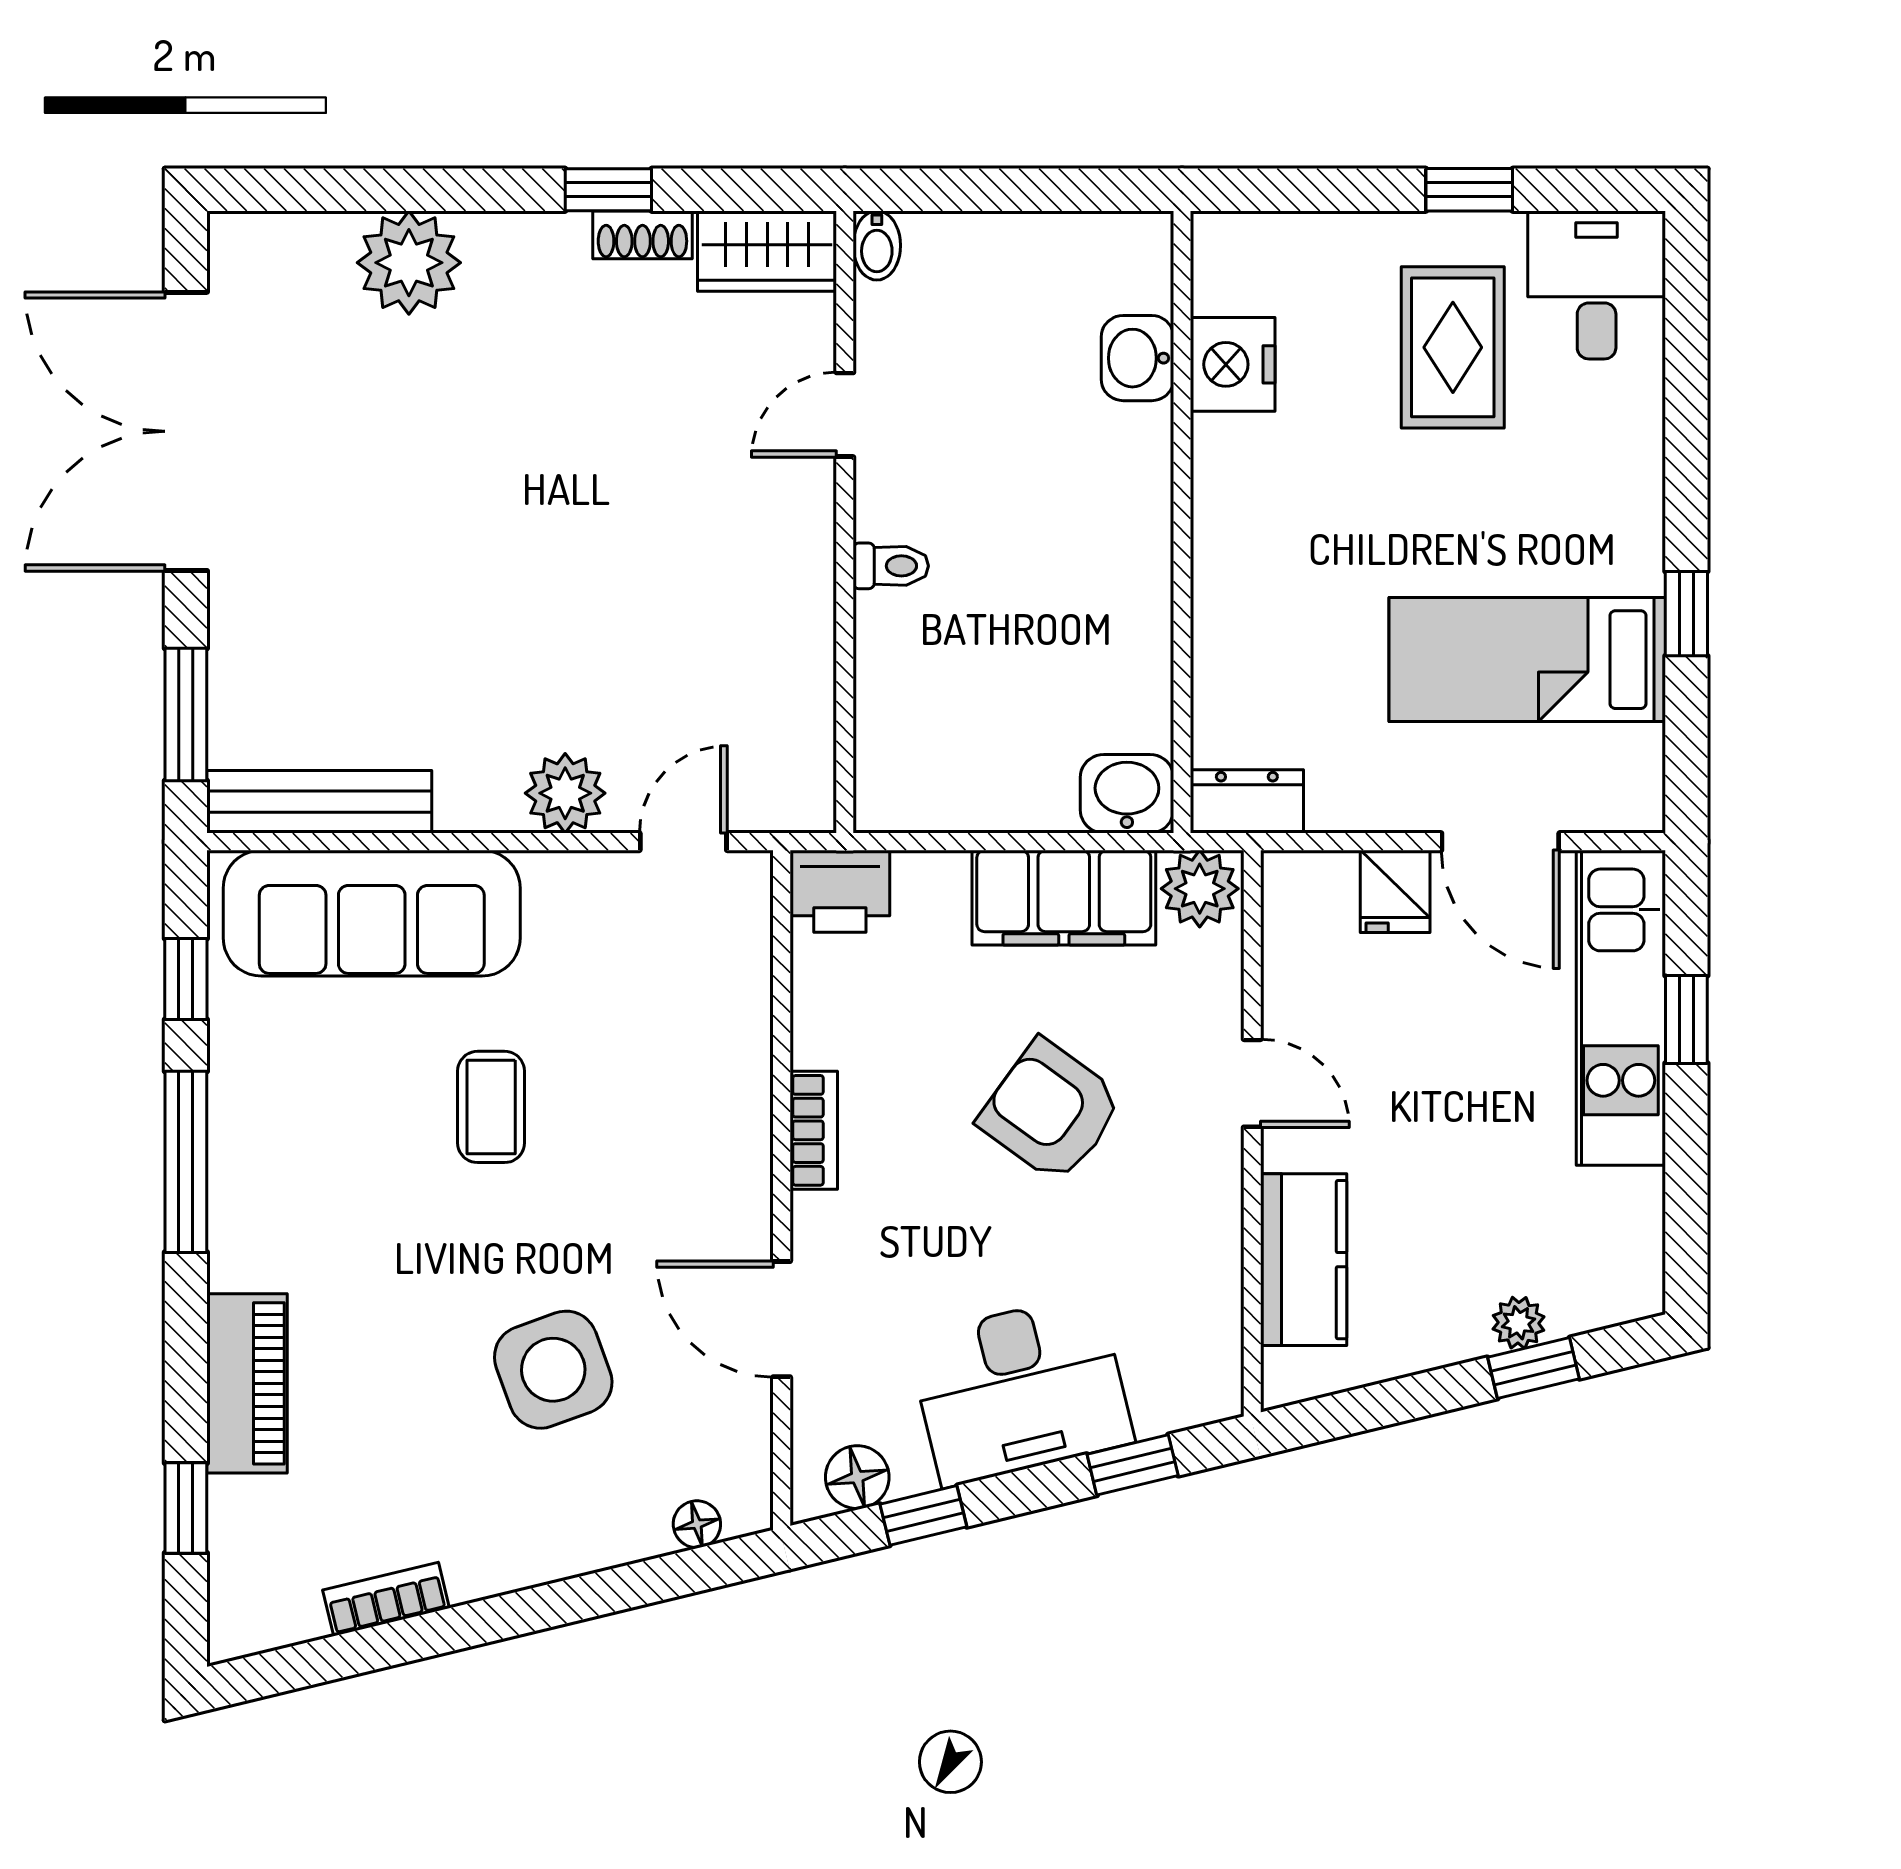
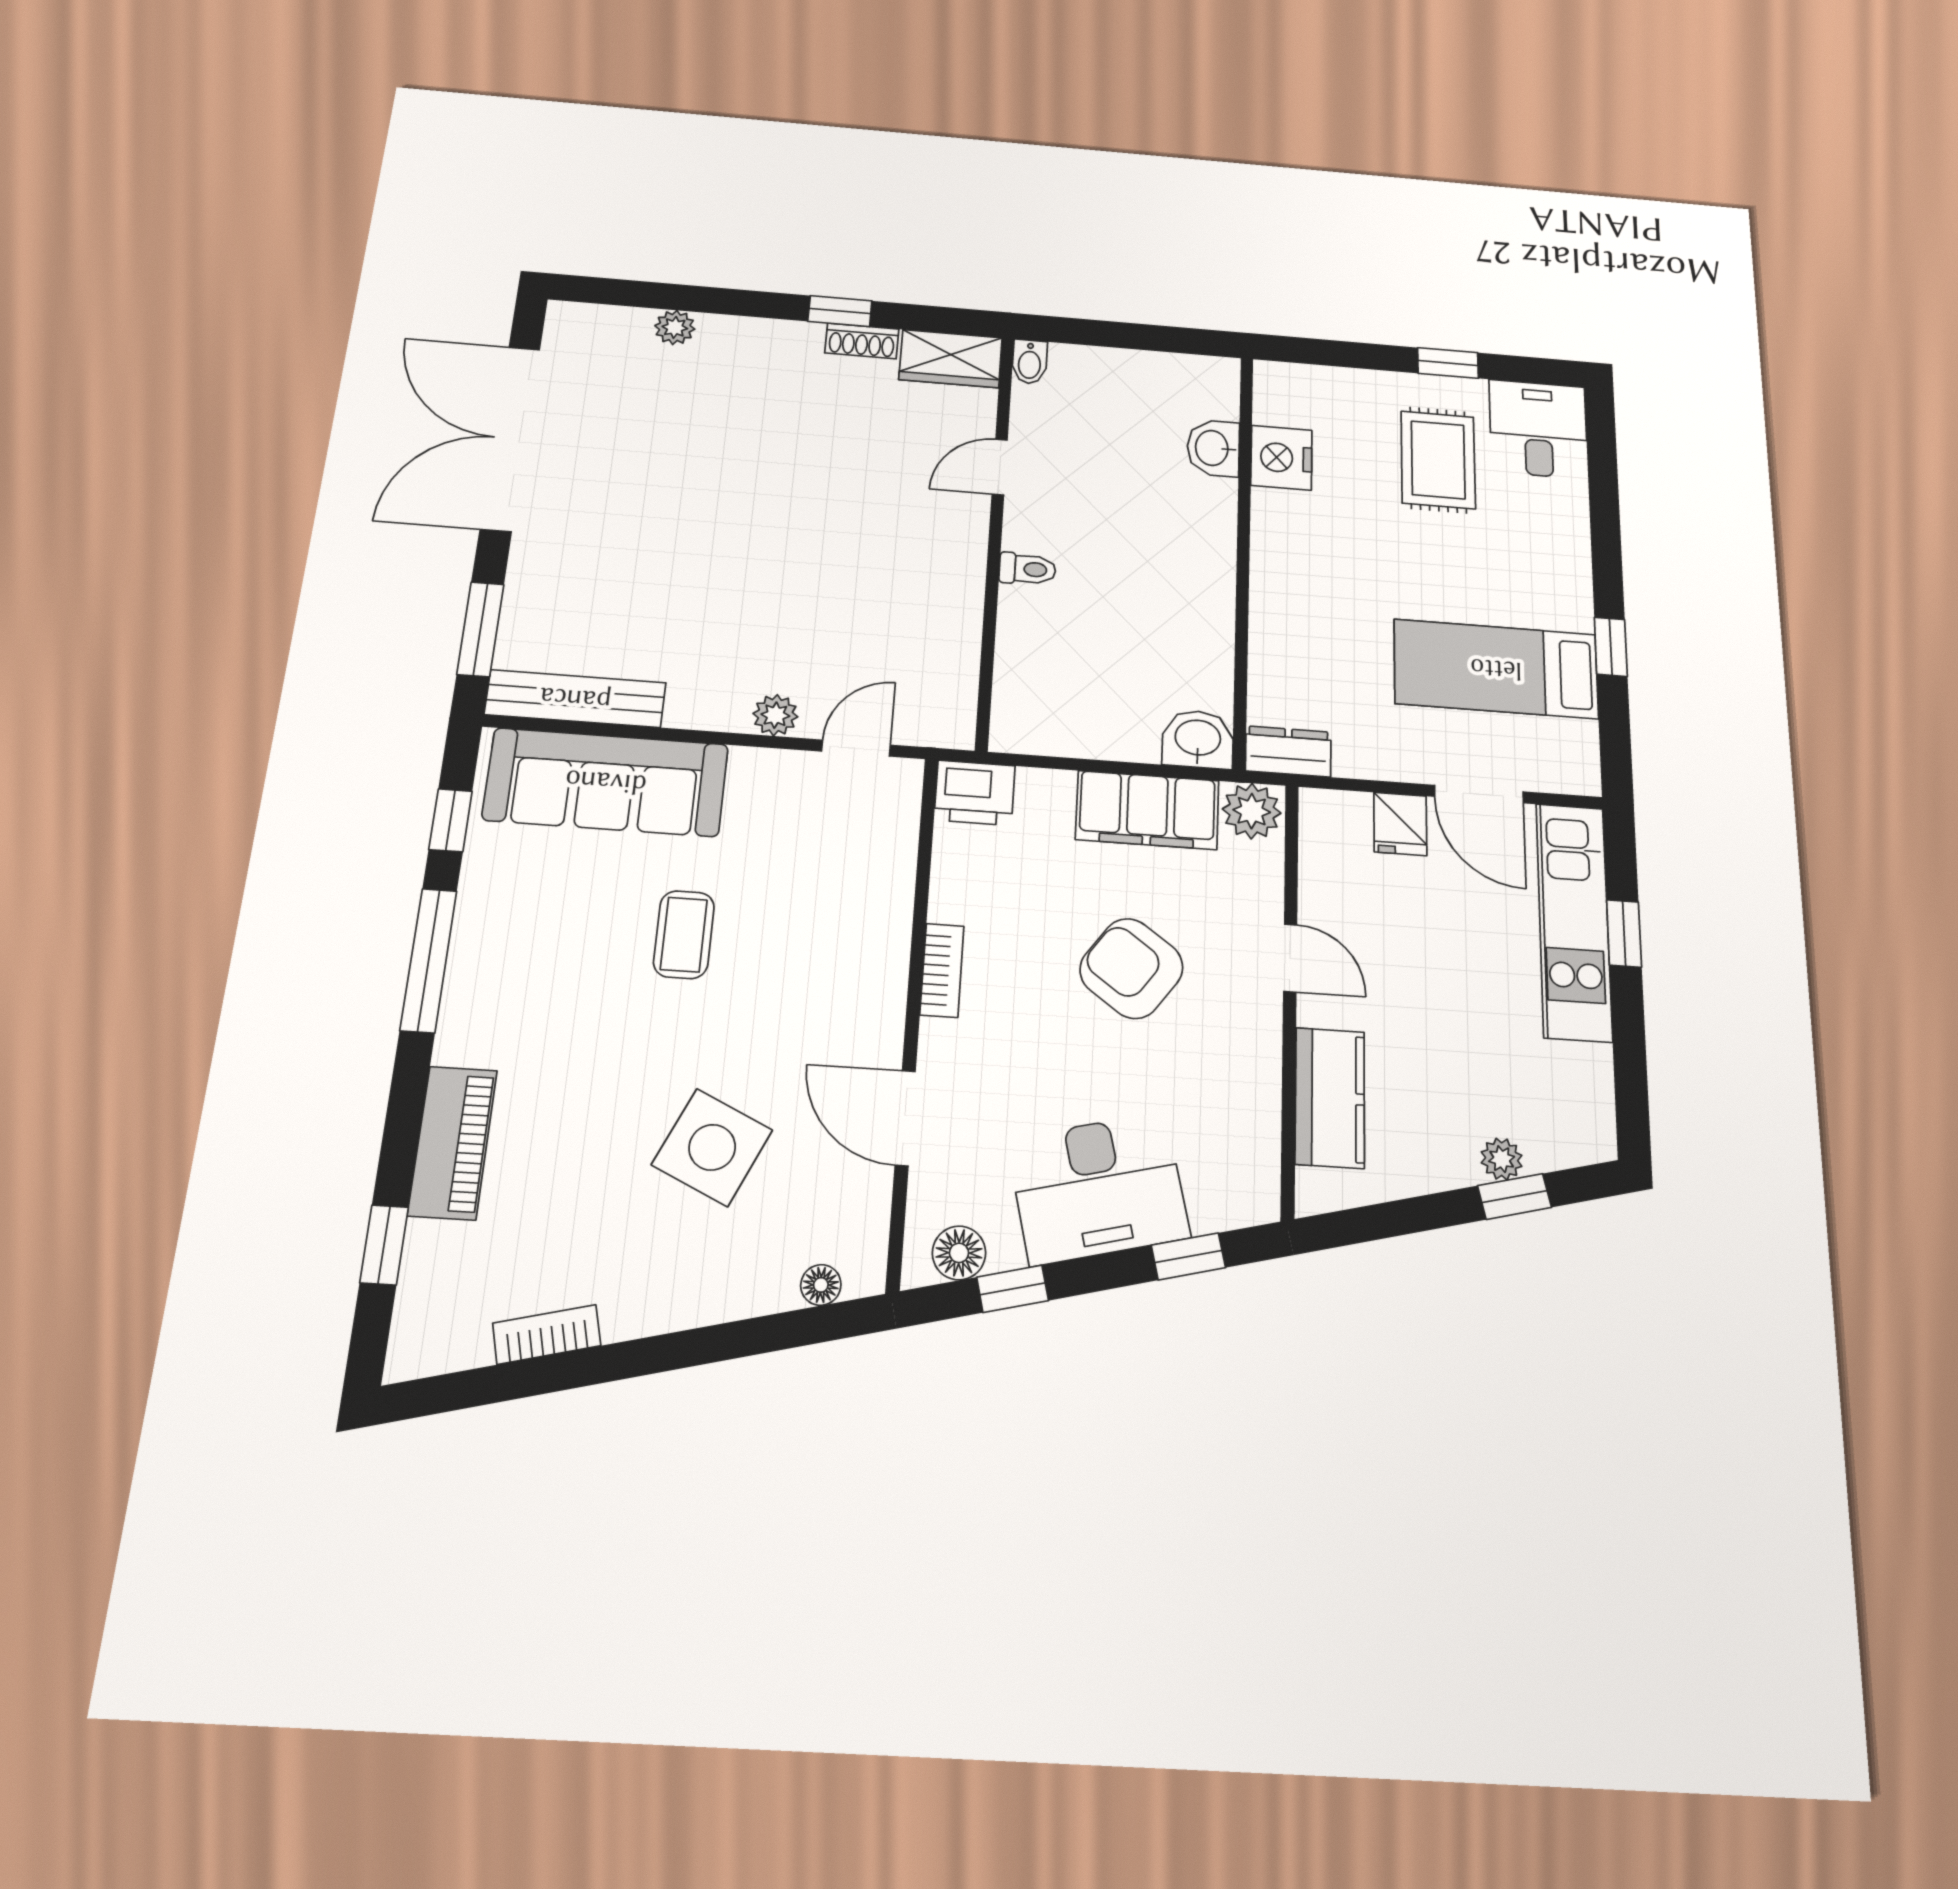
plant: (409, 263) -> (675, 327), width x0.53, depth x0.53
plant: (565, 793) -> (775, 715), width x0.73, depth x0.73
side table: (553, 1370) -> (712, 1147), turned 45

